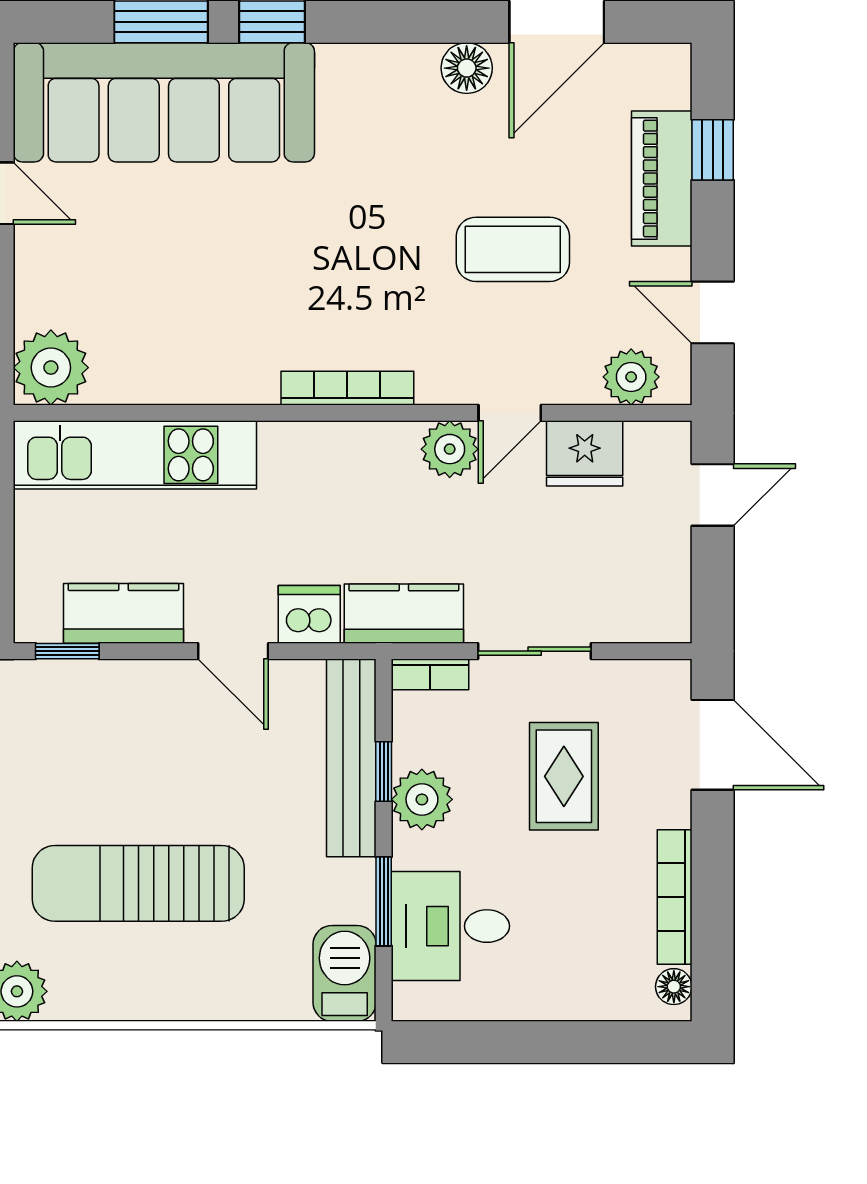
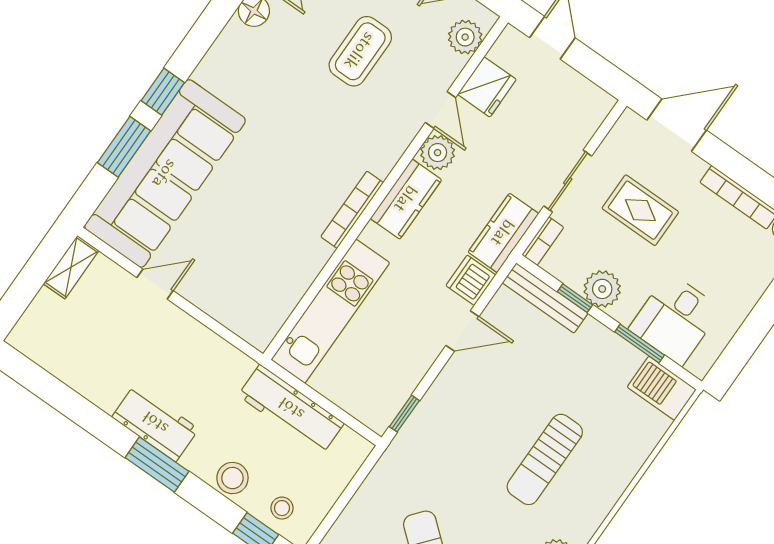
plant: (51, 368) -> (258, 322), removed
bookcase: (347, 388) -> (352, 210), moved
kitchen counter: (123, 613) -> (406, 199), moved, turned 180
bench: (351, 758) -> (545, 298), width x0.73, depth x0.82
sun lounger: (138, 883) -> (545, 459), width x0.73, depth x0.75

